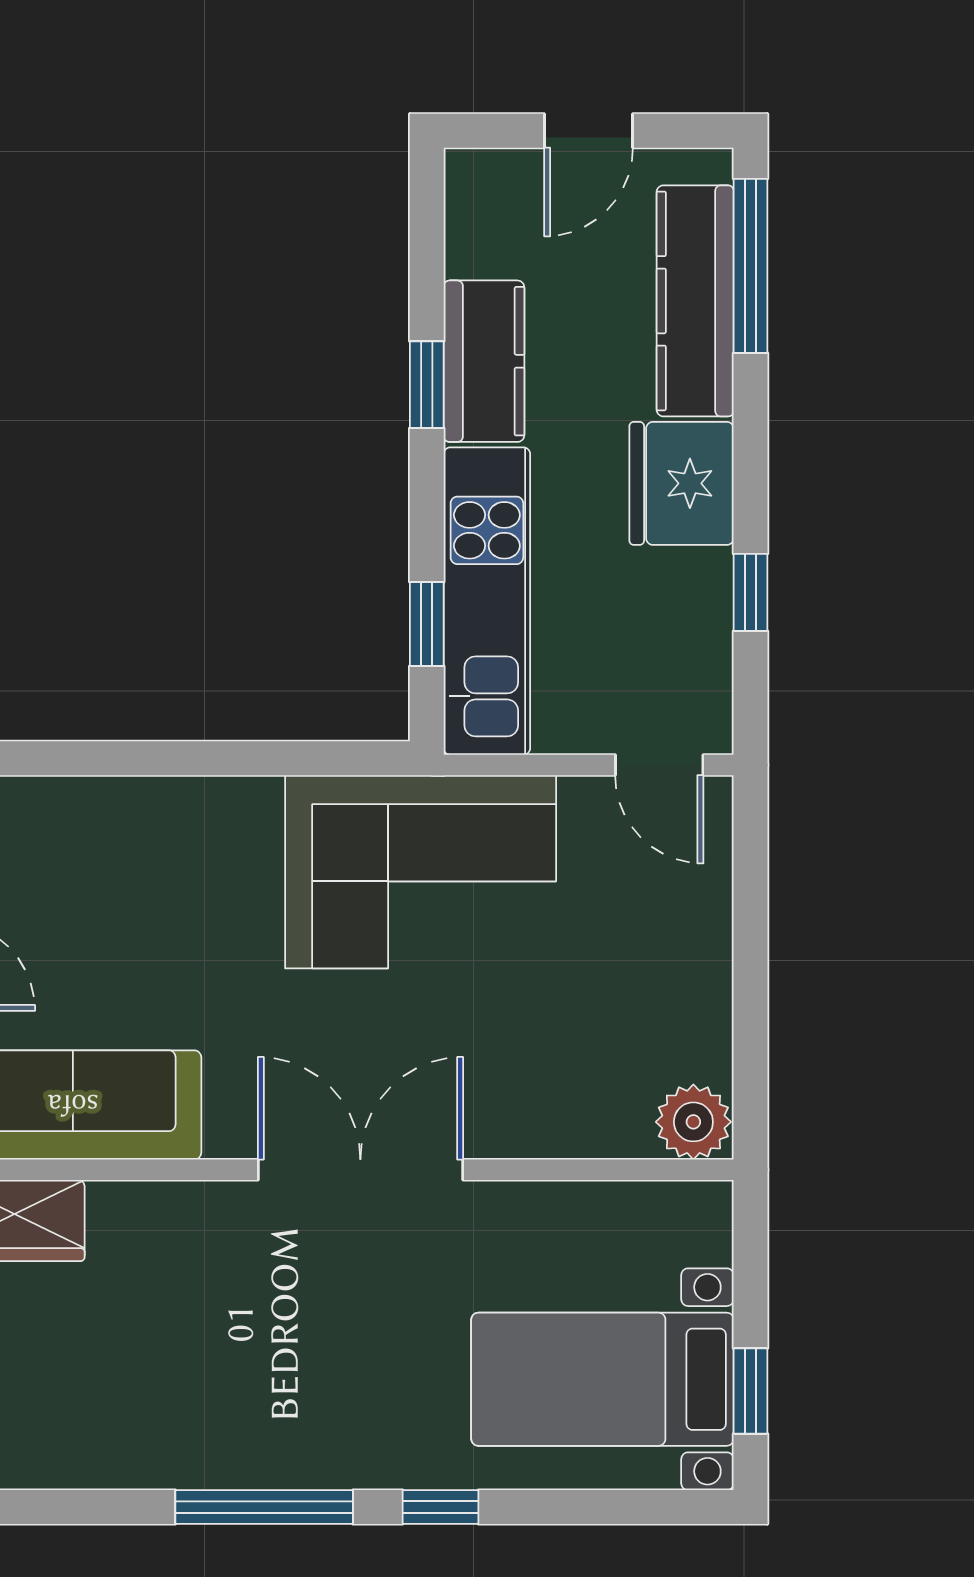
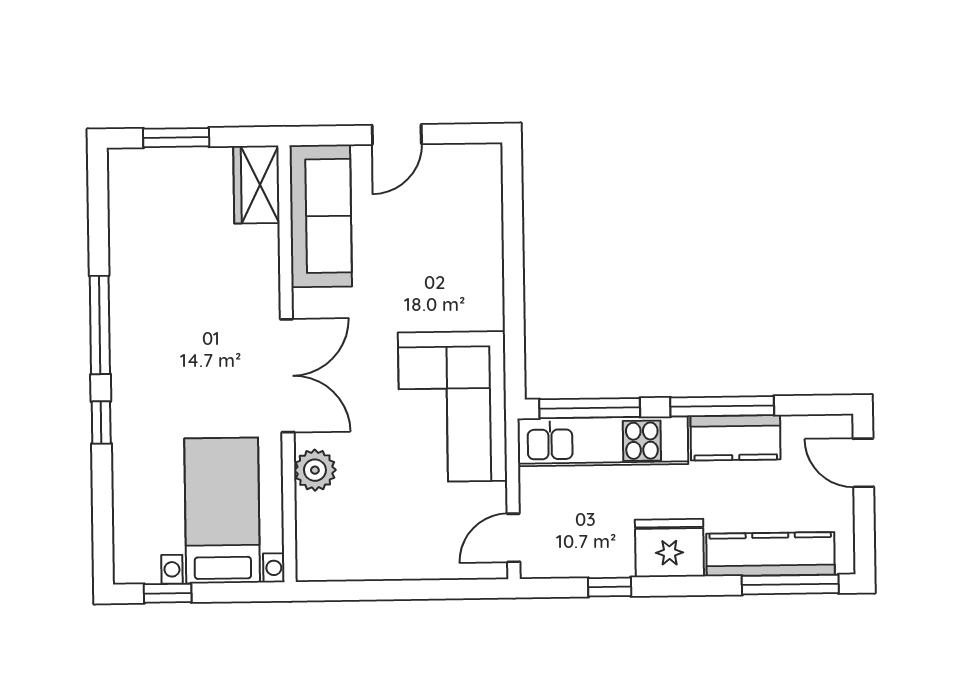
door: (589, 131) -> (863, 463), moved
window: (427, 385) -> (722, 406), width x2.17
window: (427, 624) -> (590, 408), width x2.17
plant: (693, 1122) -> (315, 470), moved
bed with nightstands: (602, 1379) -> (222, 511), moved

